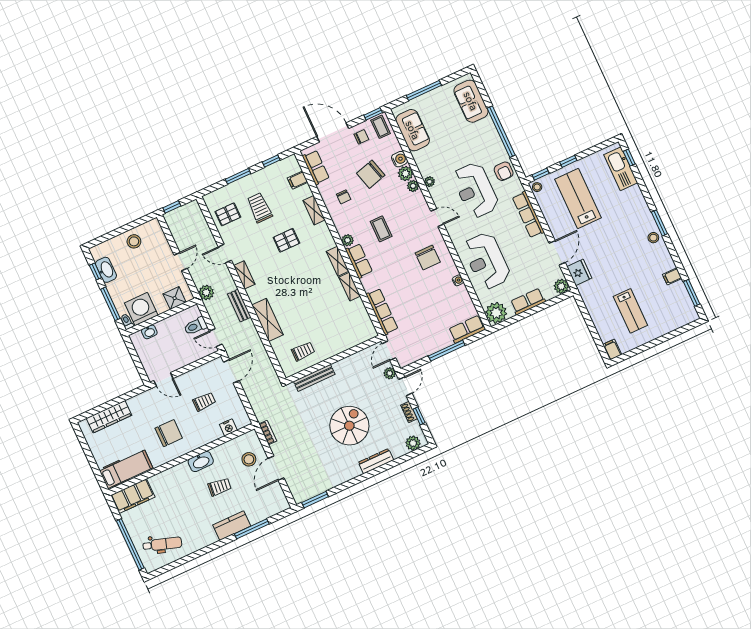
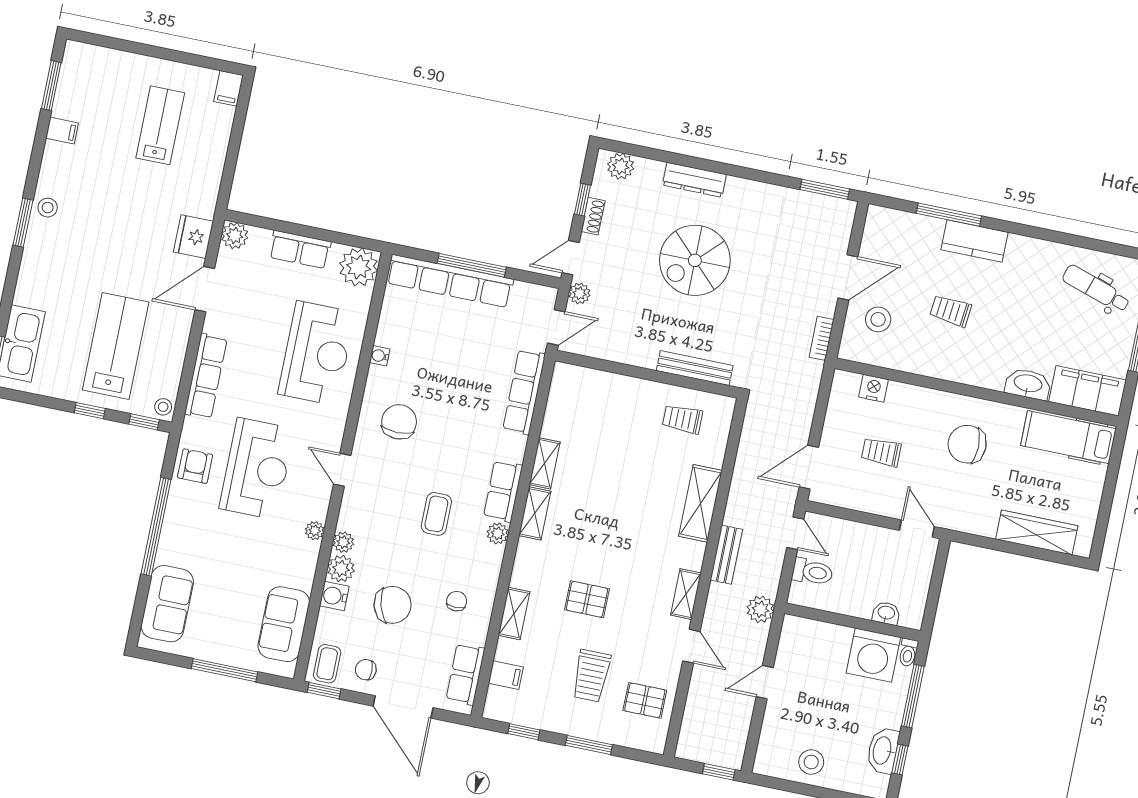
lab bench: (578, 198) -> (116, 346), turned 180
shower: (175, 298) -> (813, 635), removed
row of seats: (467, 329) -> (450, 281), width x2.02
washbasin: (201, 461) -> (1028, 384), moved

